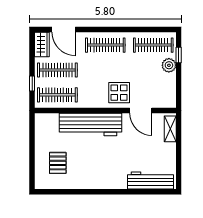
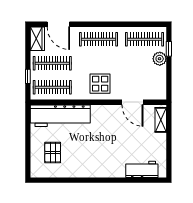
display table: (119, 93) -> (100, 84), moved
workbench: (91, 124) -> (60, 116), moved
workbench: (151, 181) -> (142, 169), width x0.73

